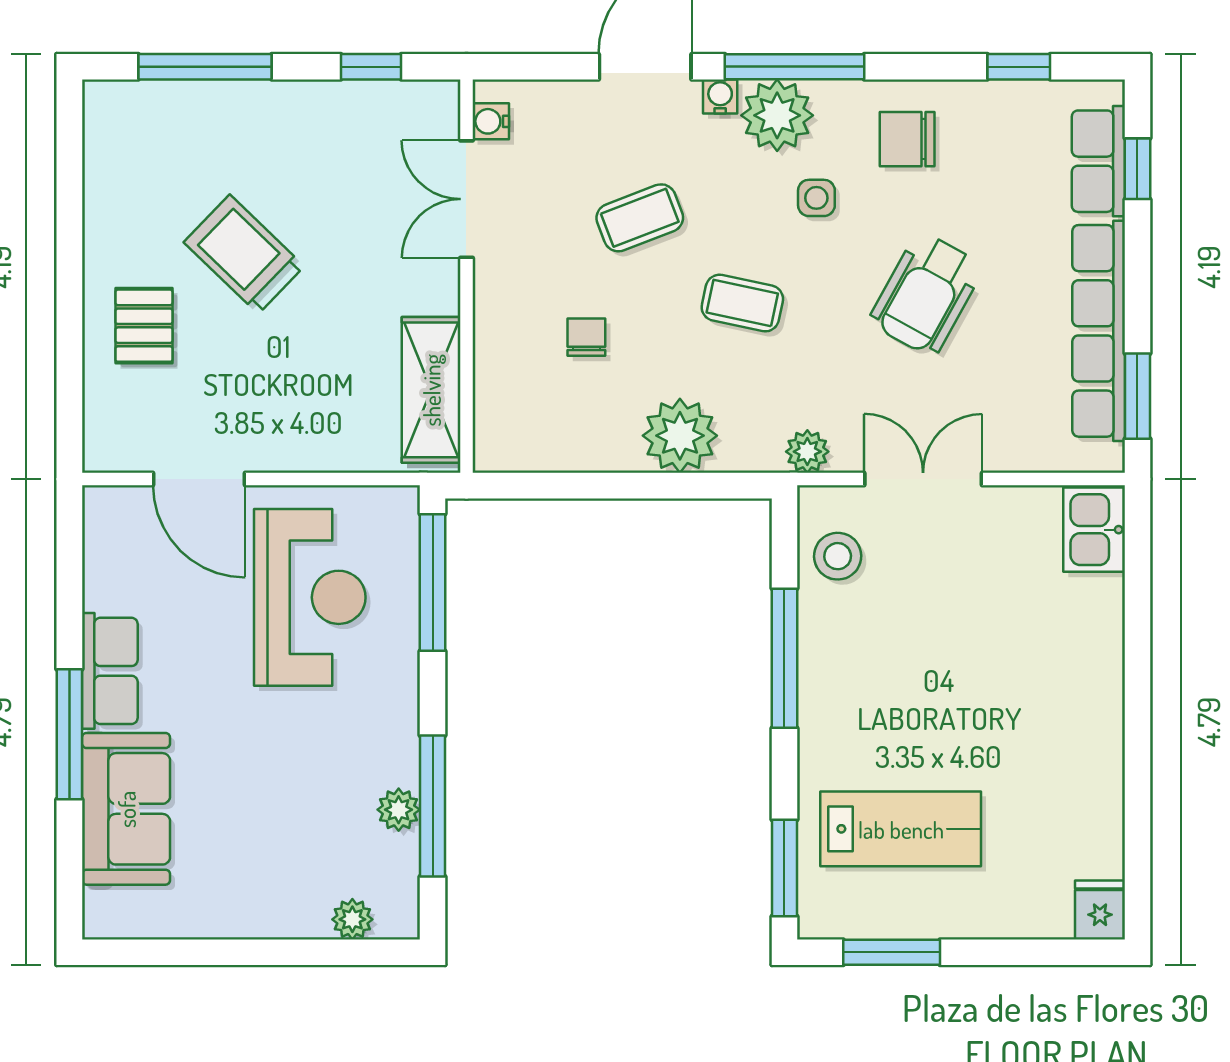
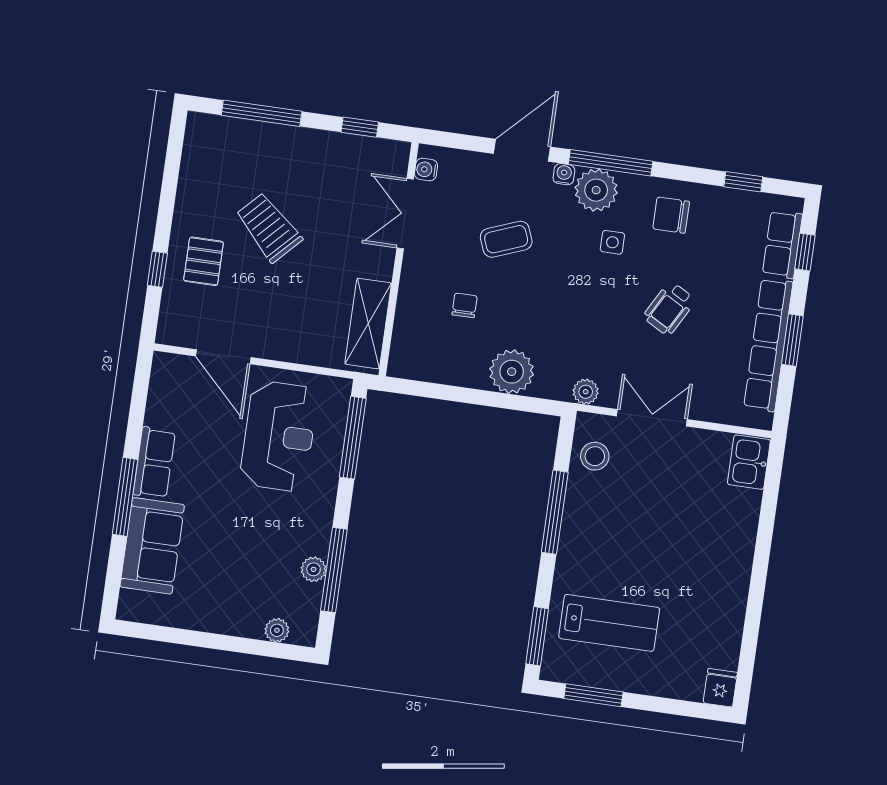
wheelchair: (926, 294) -> (669, 309), width x0.73, depth x0.73
coffee table: (742, 303) -> (560, 298), removed
window: (69, 350) -> (157, 269), added
window: (1137, 396) -> (792, 340), moved

